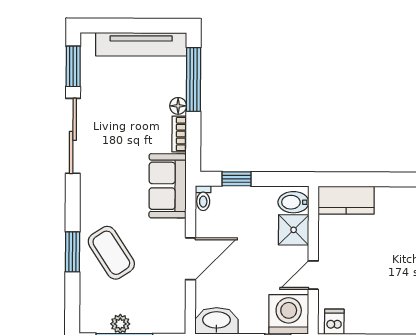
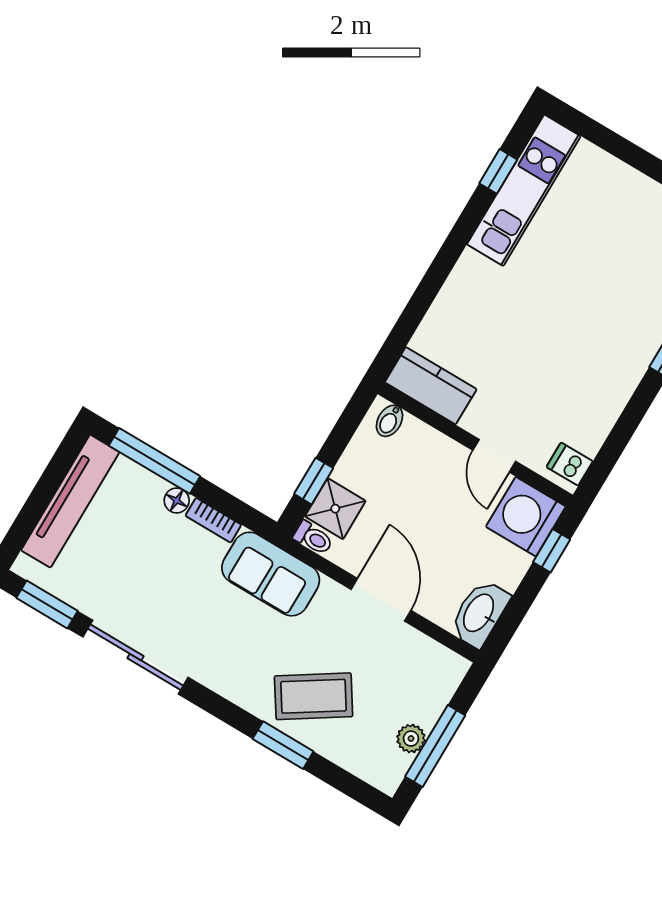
kitchen counter: (346, 200) -> (431, 386), moved, turned -90
bidet: (293, 202) -> (390, 421), width x0.72, depth x0.74
shower: (294, 230) -> (335, 509), moved

